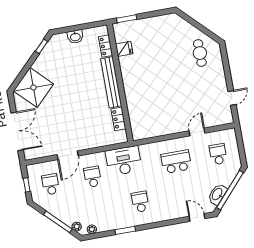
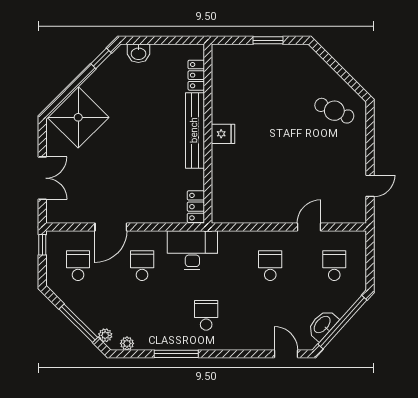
window: (127, 19) -> (268, 40), moved
washbasin: (75, 37) -> (138, 53), moved
fridge: (124, 49) -> (223, 134), moved
cafe table: (200, 53) -> (334, 111), turned -66
locker: (118, 119) -> (196, 207), moved
double door: (17, 131) -> (42, 178), width x0.73
school desk: (176, 162) -> (270, 266), width x0.54
window: (27, 185) -> (42, 245), moved
window: (125, 230) -> (176, 354), width x1.44

